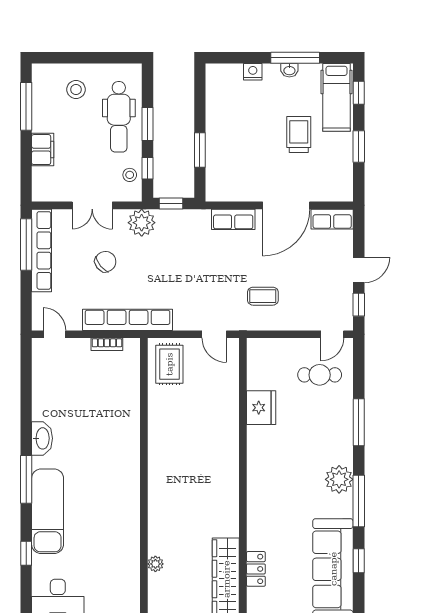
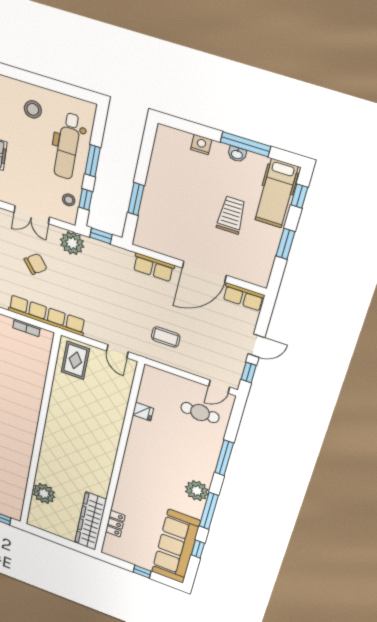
fridge: (261, 408) -> (143, 412), width x0.53, depth x0.75
plant: (155, 564) -> (44, 493), width x1.87, depth x1.87

